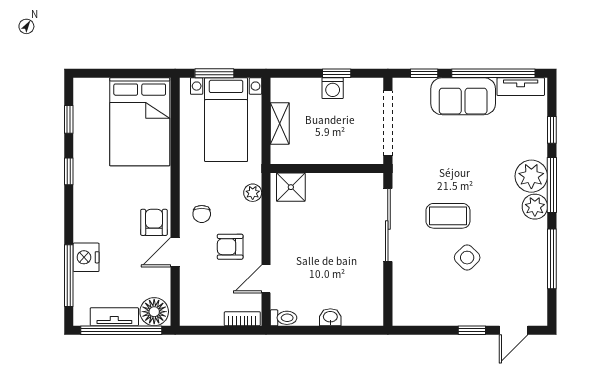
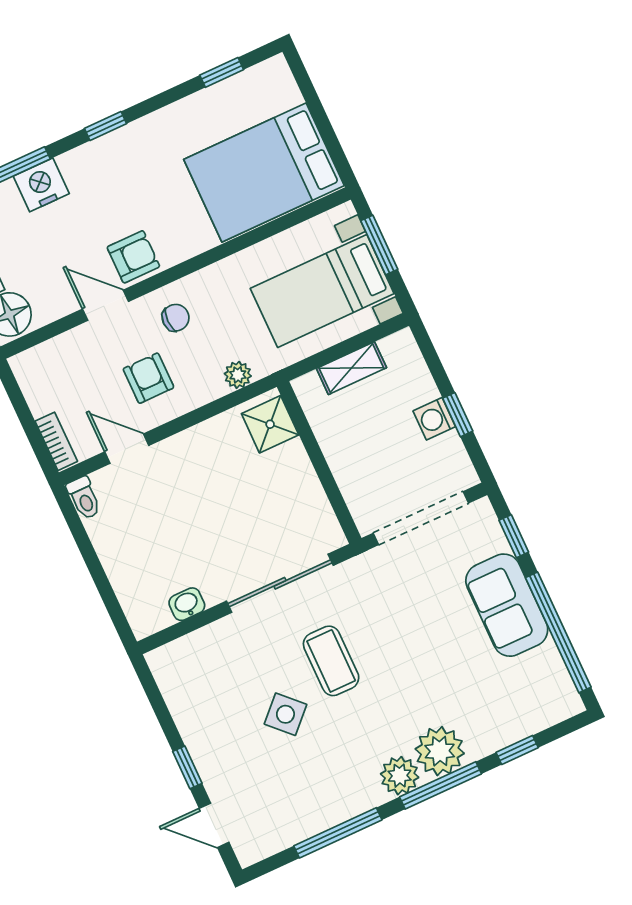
tv unit: (521, 87) -> (557, 679), removed
window: (69, 171) -> (106, 126), moved
chair: (202, 214) -> (176, 318), turned 180
washbasin: (330, 317) -> (187, 604), moved, turned -90

